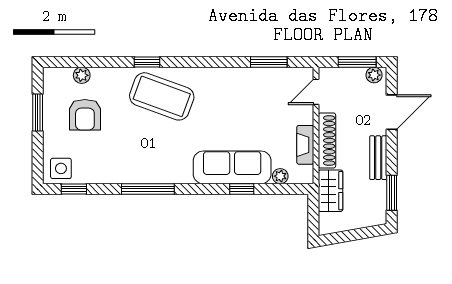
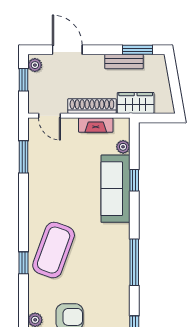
window: (357, 62) -> (24, 80), width x0.67
bench: (378, 158) -> (124, 61), moved

